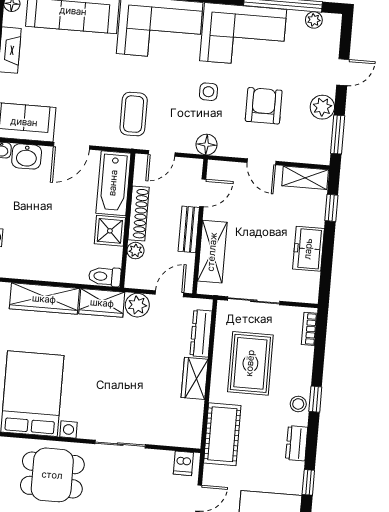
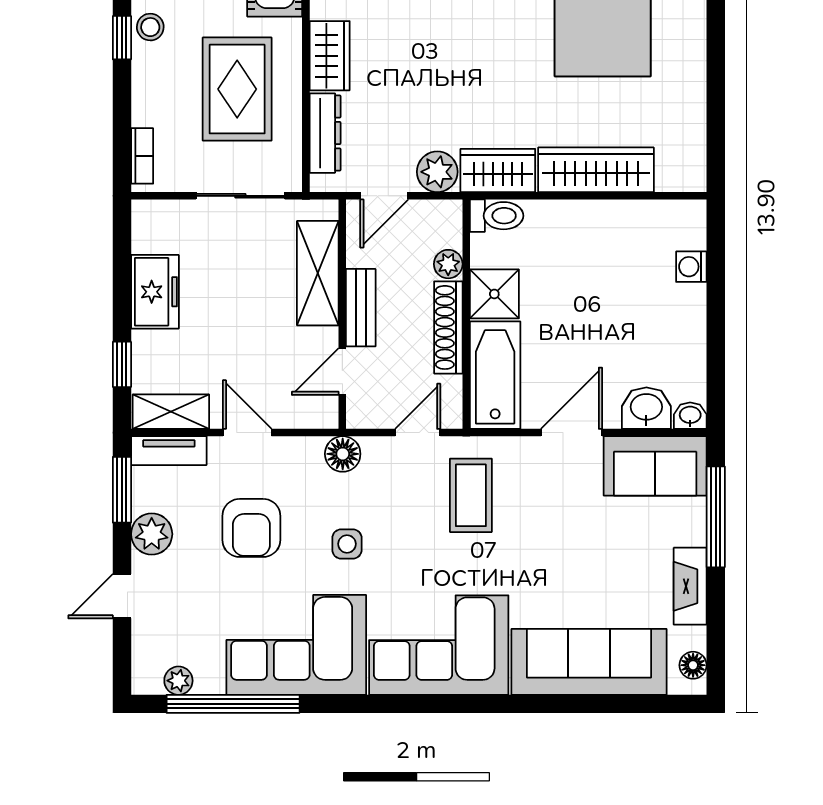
tv unit: (308, 155) -> (169, 451), added

